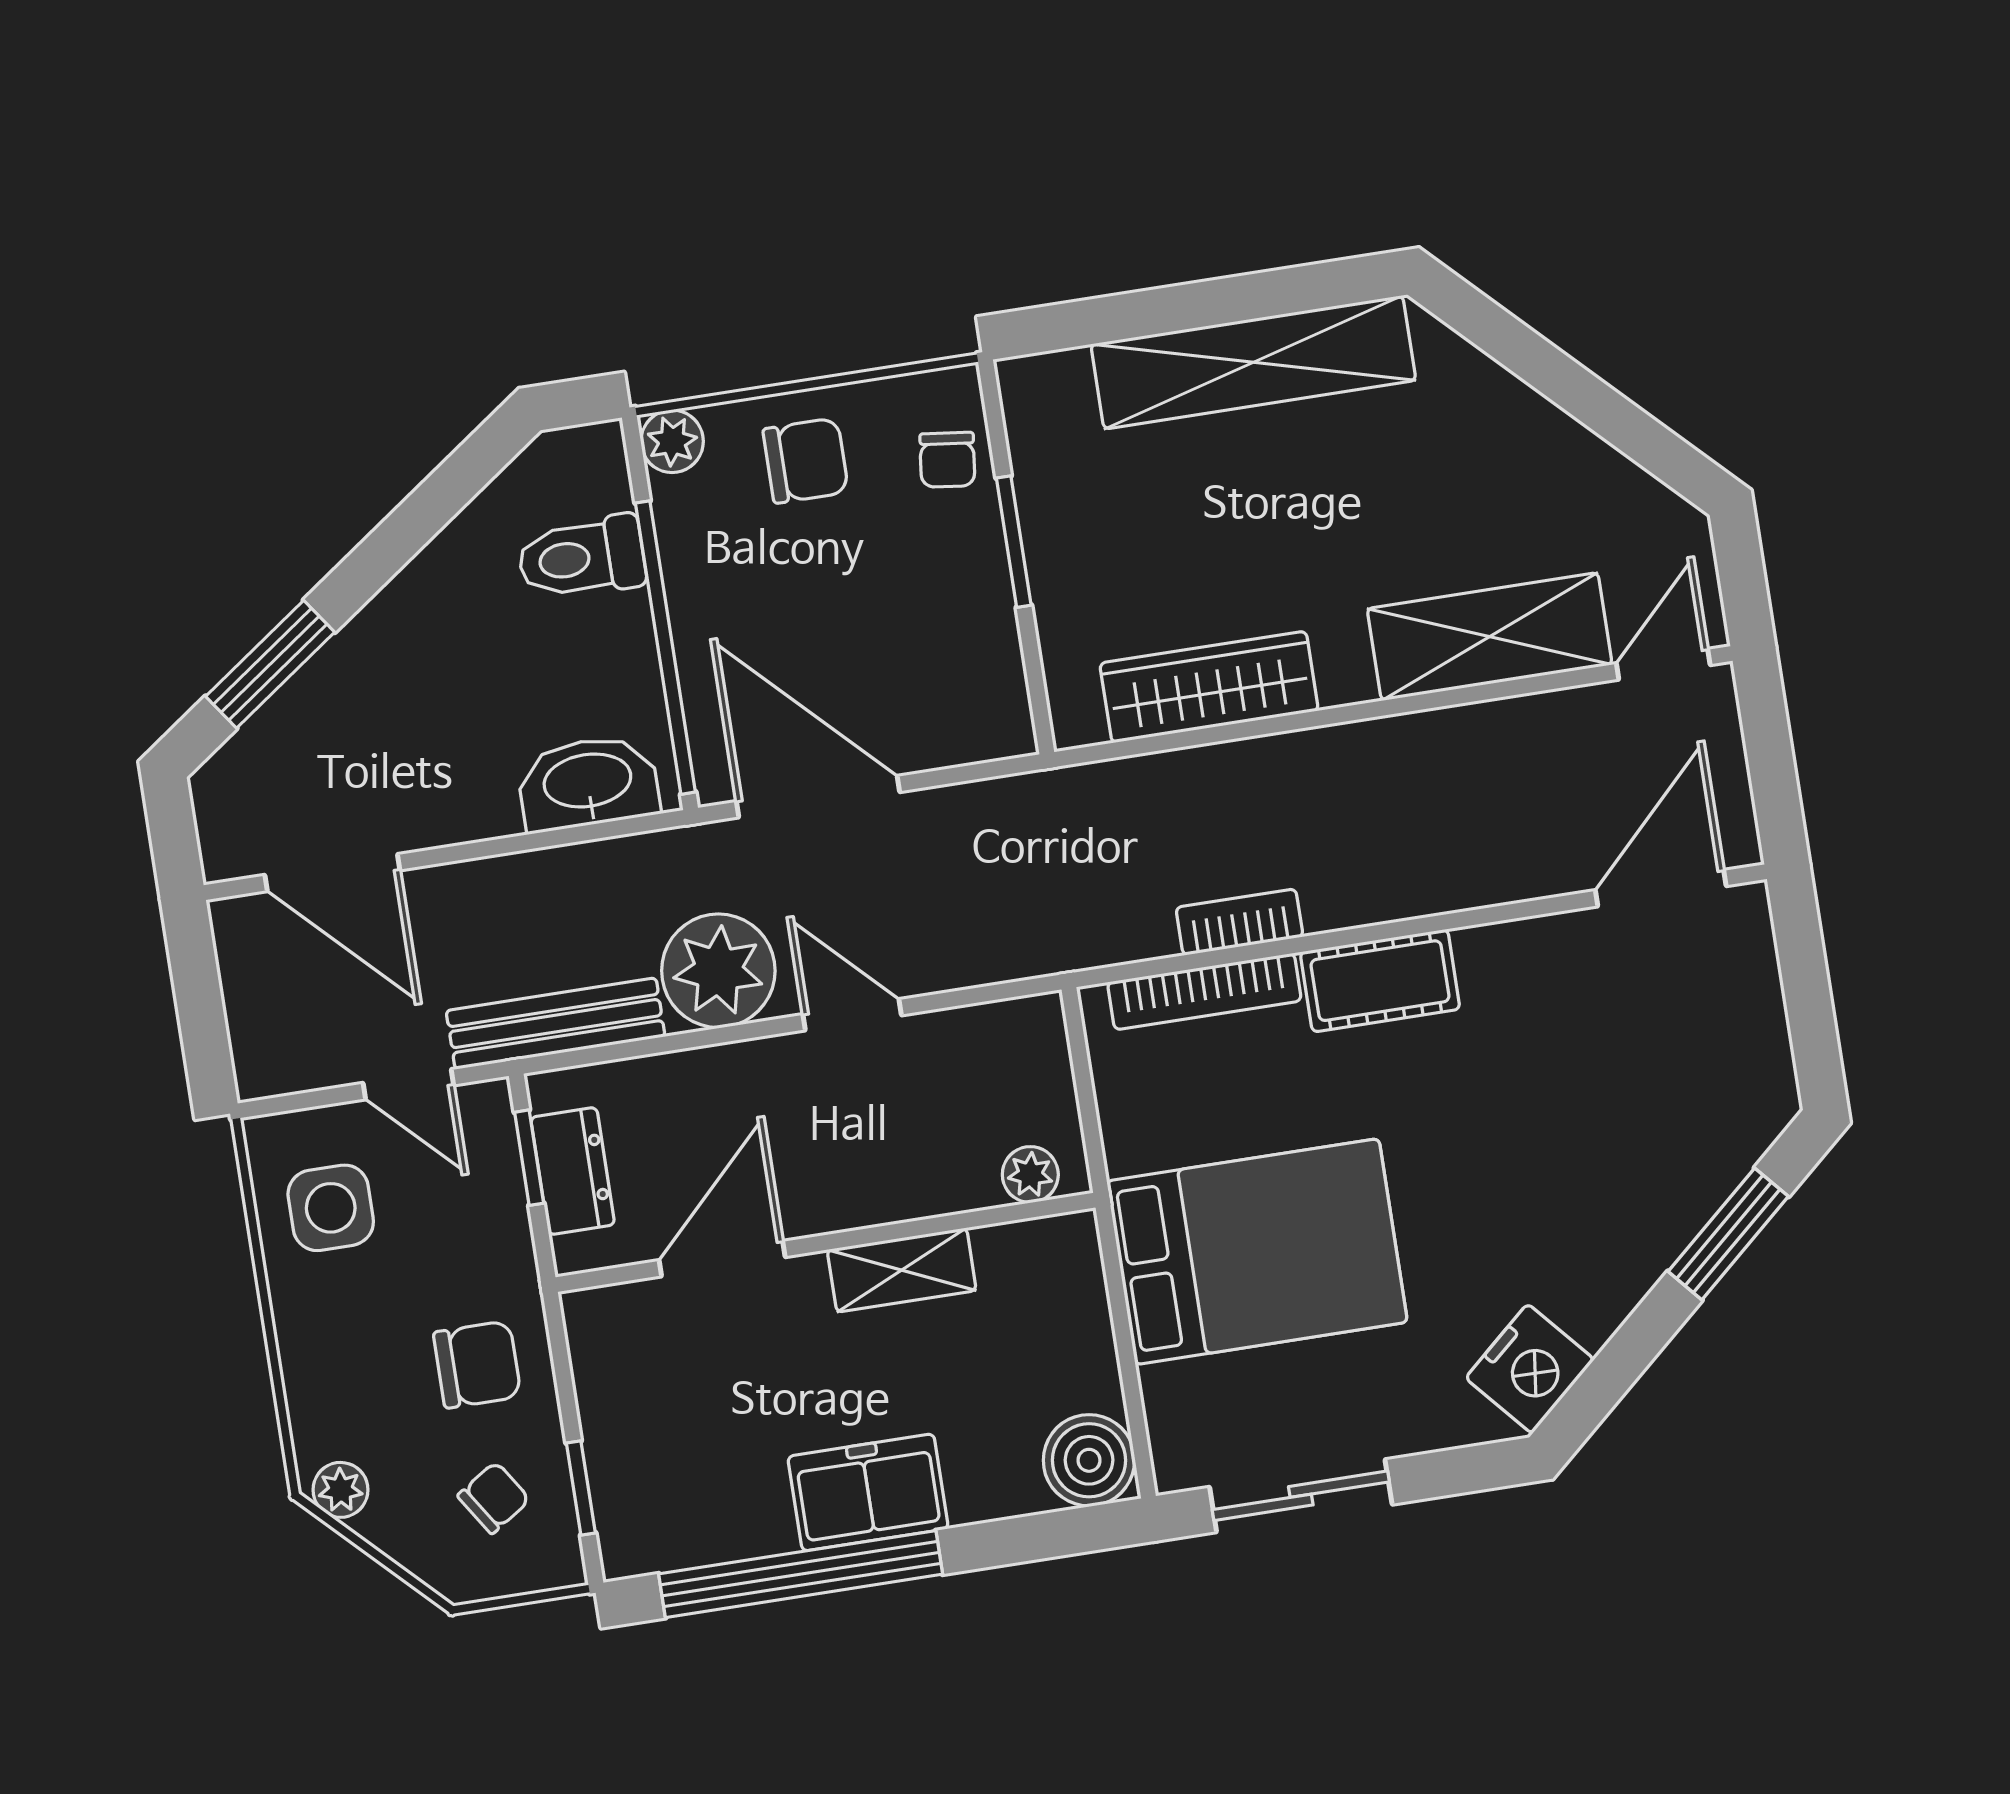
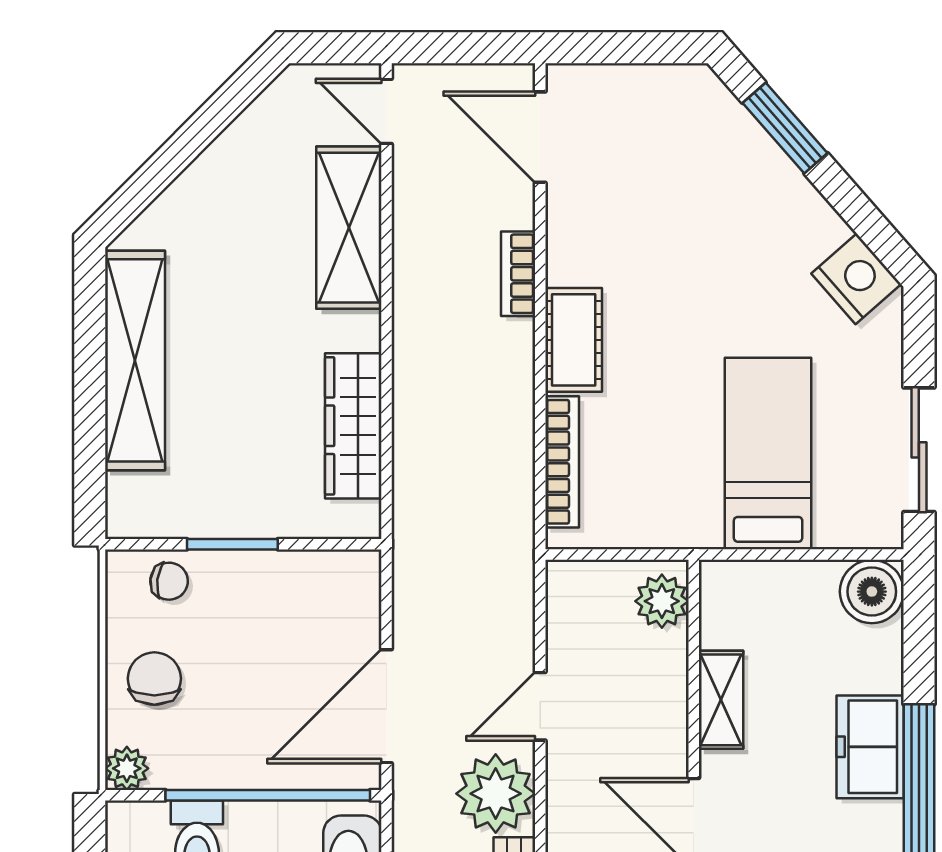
bookcase: (1239, 922) -> (518, 274), moved
plant: (1030, 1175) -> (662, 601), width x1.38, depth x1.38
bed: (1257, 1252) -> (768, 454), width x0.67

